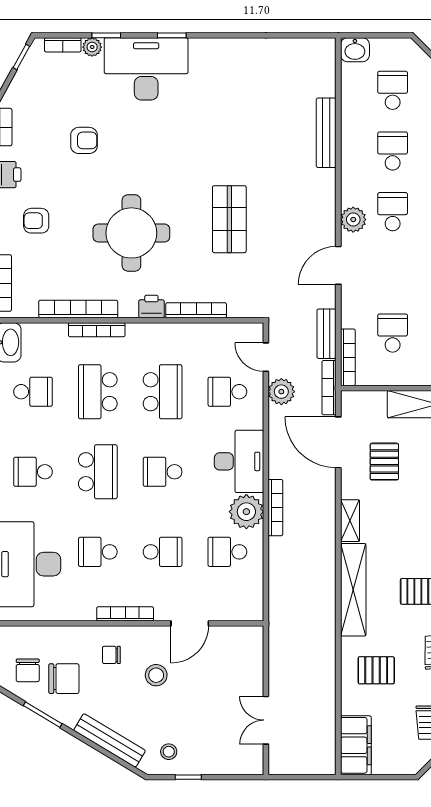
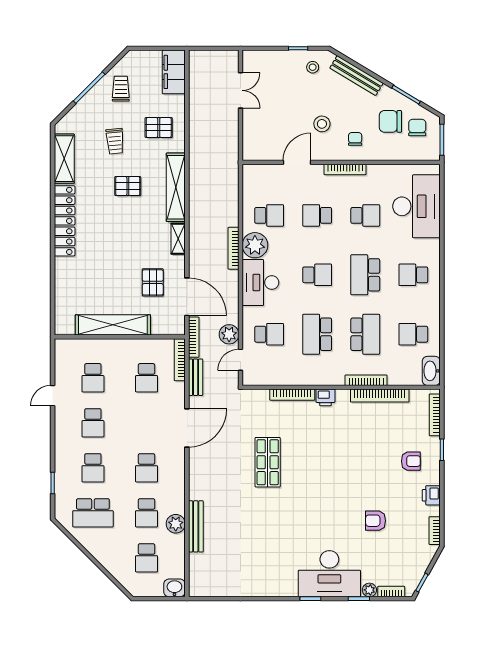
plant: (353, 220) -> (176, 524), moved
round table: (131, 233) -> (340, 452), removed
door: (338, 265) -> (187, 428), width x1.36
door: (266, 357) -> (241, 360), swing flipped
school desk: (33, 472) -> (413, 275), turned 180
chair: (111, 655) -> (355, 139), turned -90

